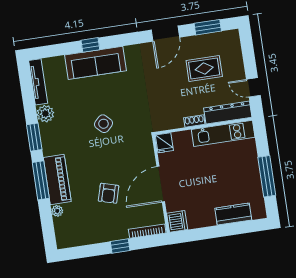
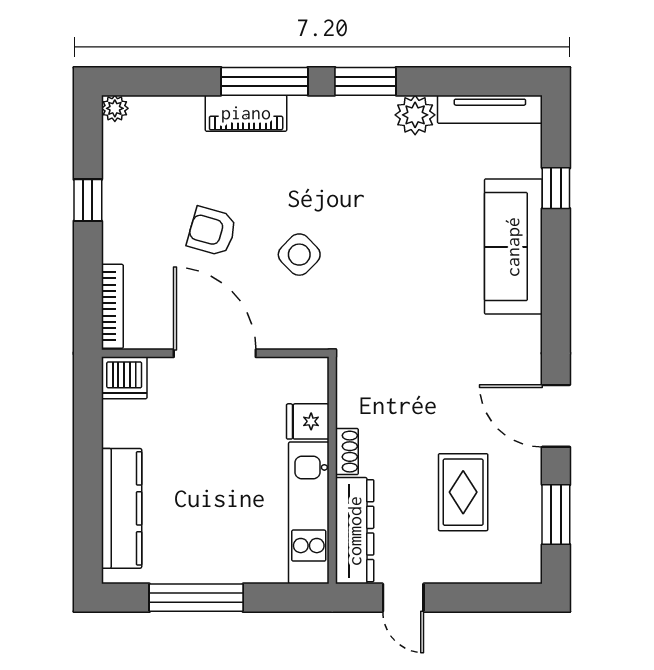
window: (90, 45) -> (556, 188), moved
door: (253, 87) -> (403, 598), swing flipped
side table: (104, 124) -> (299, 255), moved
fridge: (164, 143) -> (308, 421), moved
piano: (57, 180) -> (246, 113), width x0.73, depth x0.75
plant: (57, 211) -> (115, 108), moved
kitchen counter: (233, 214) -> (122, 508), width x1.50
window: (120, 246) -> (88, 200), moved

